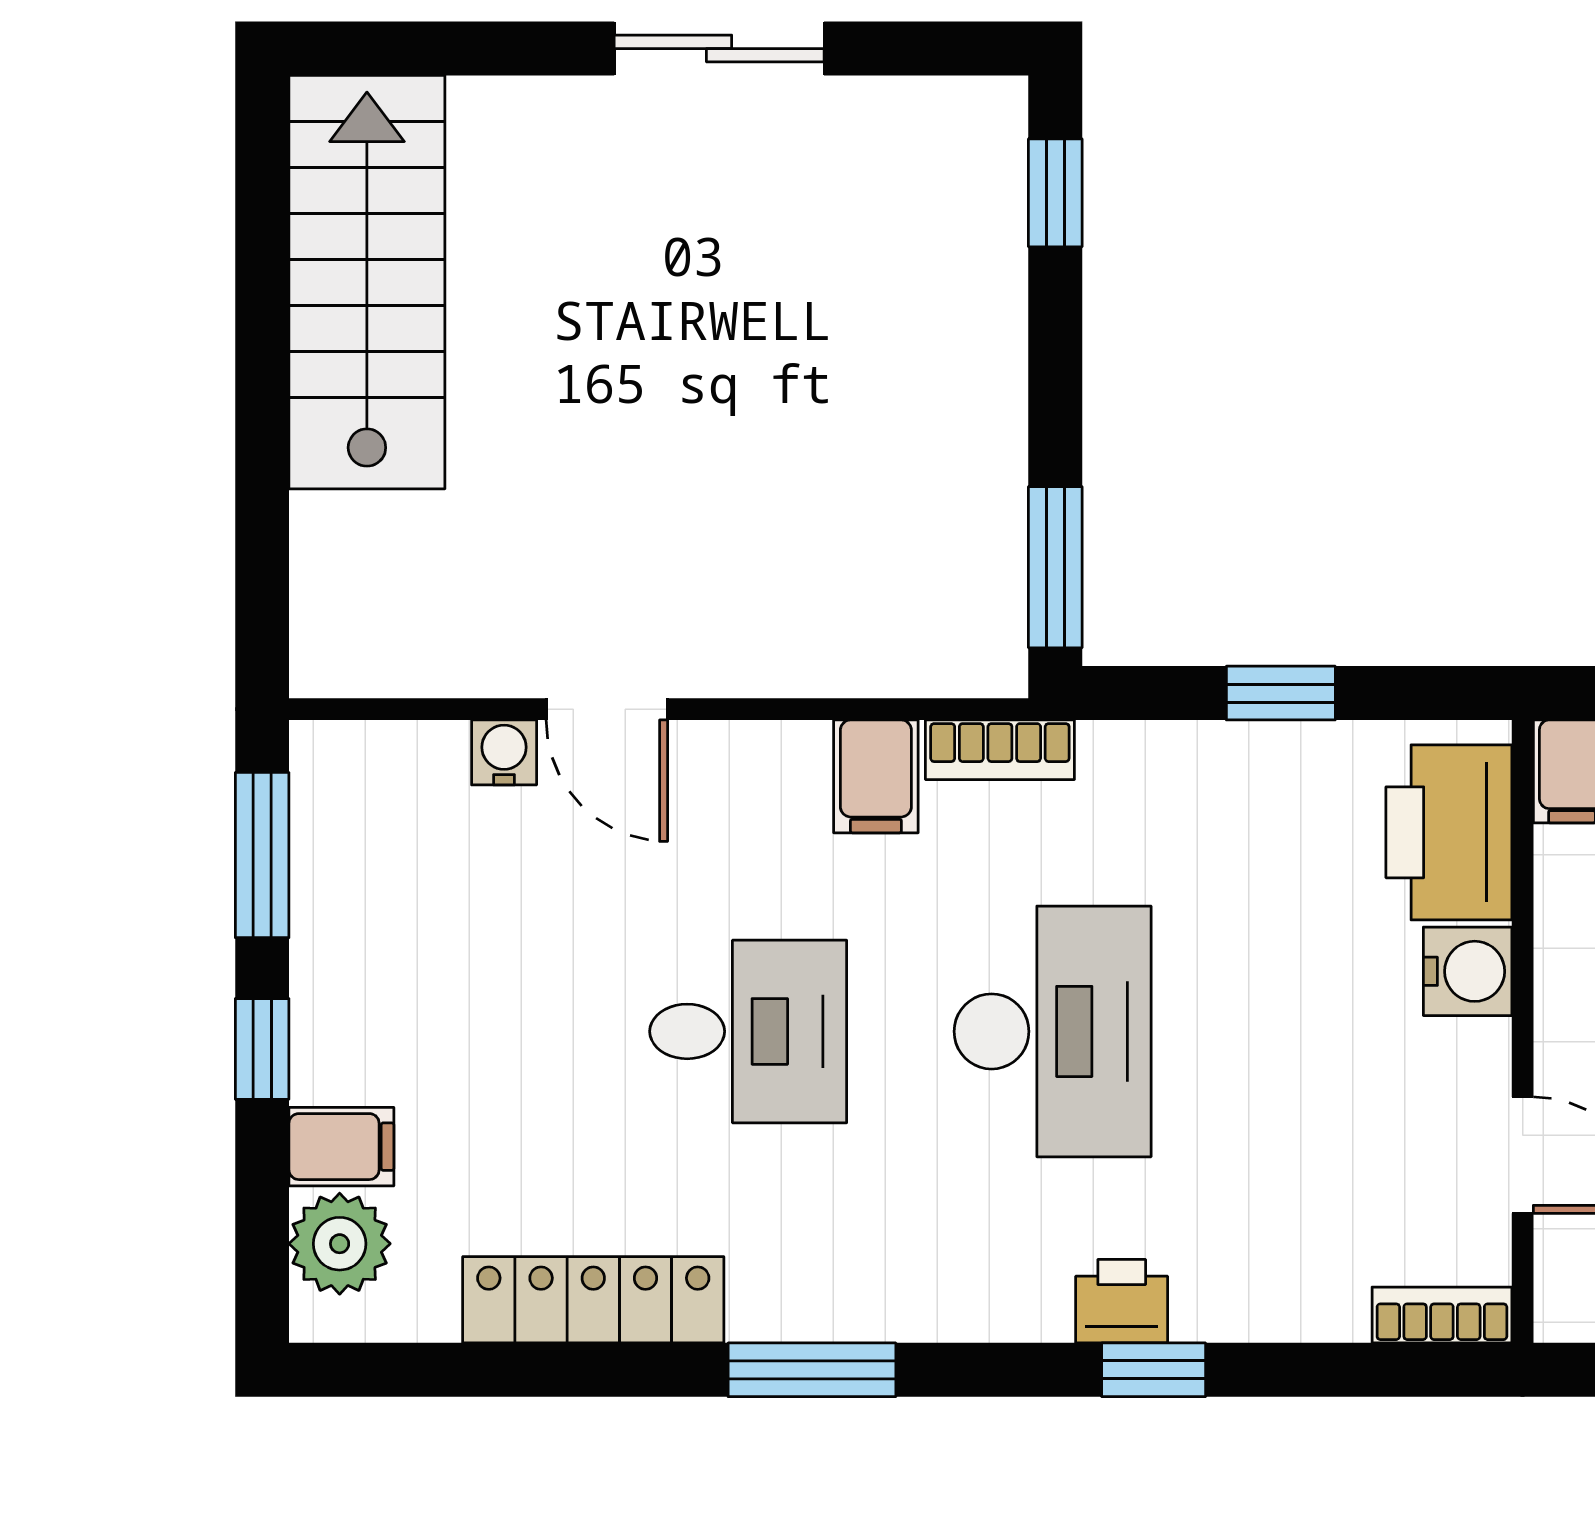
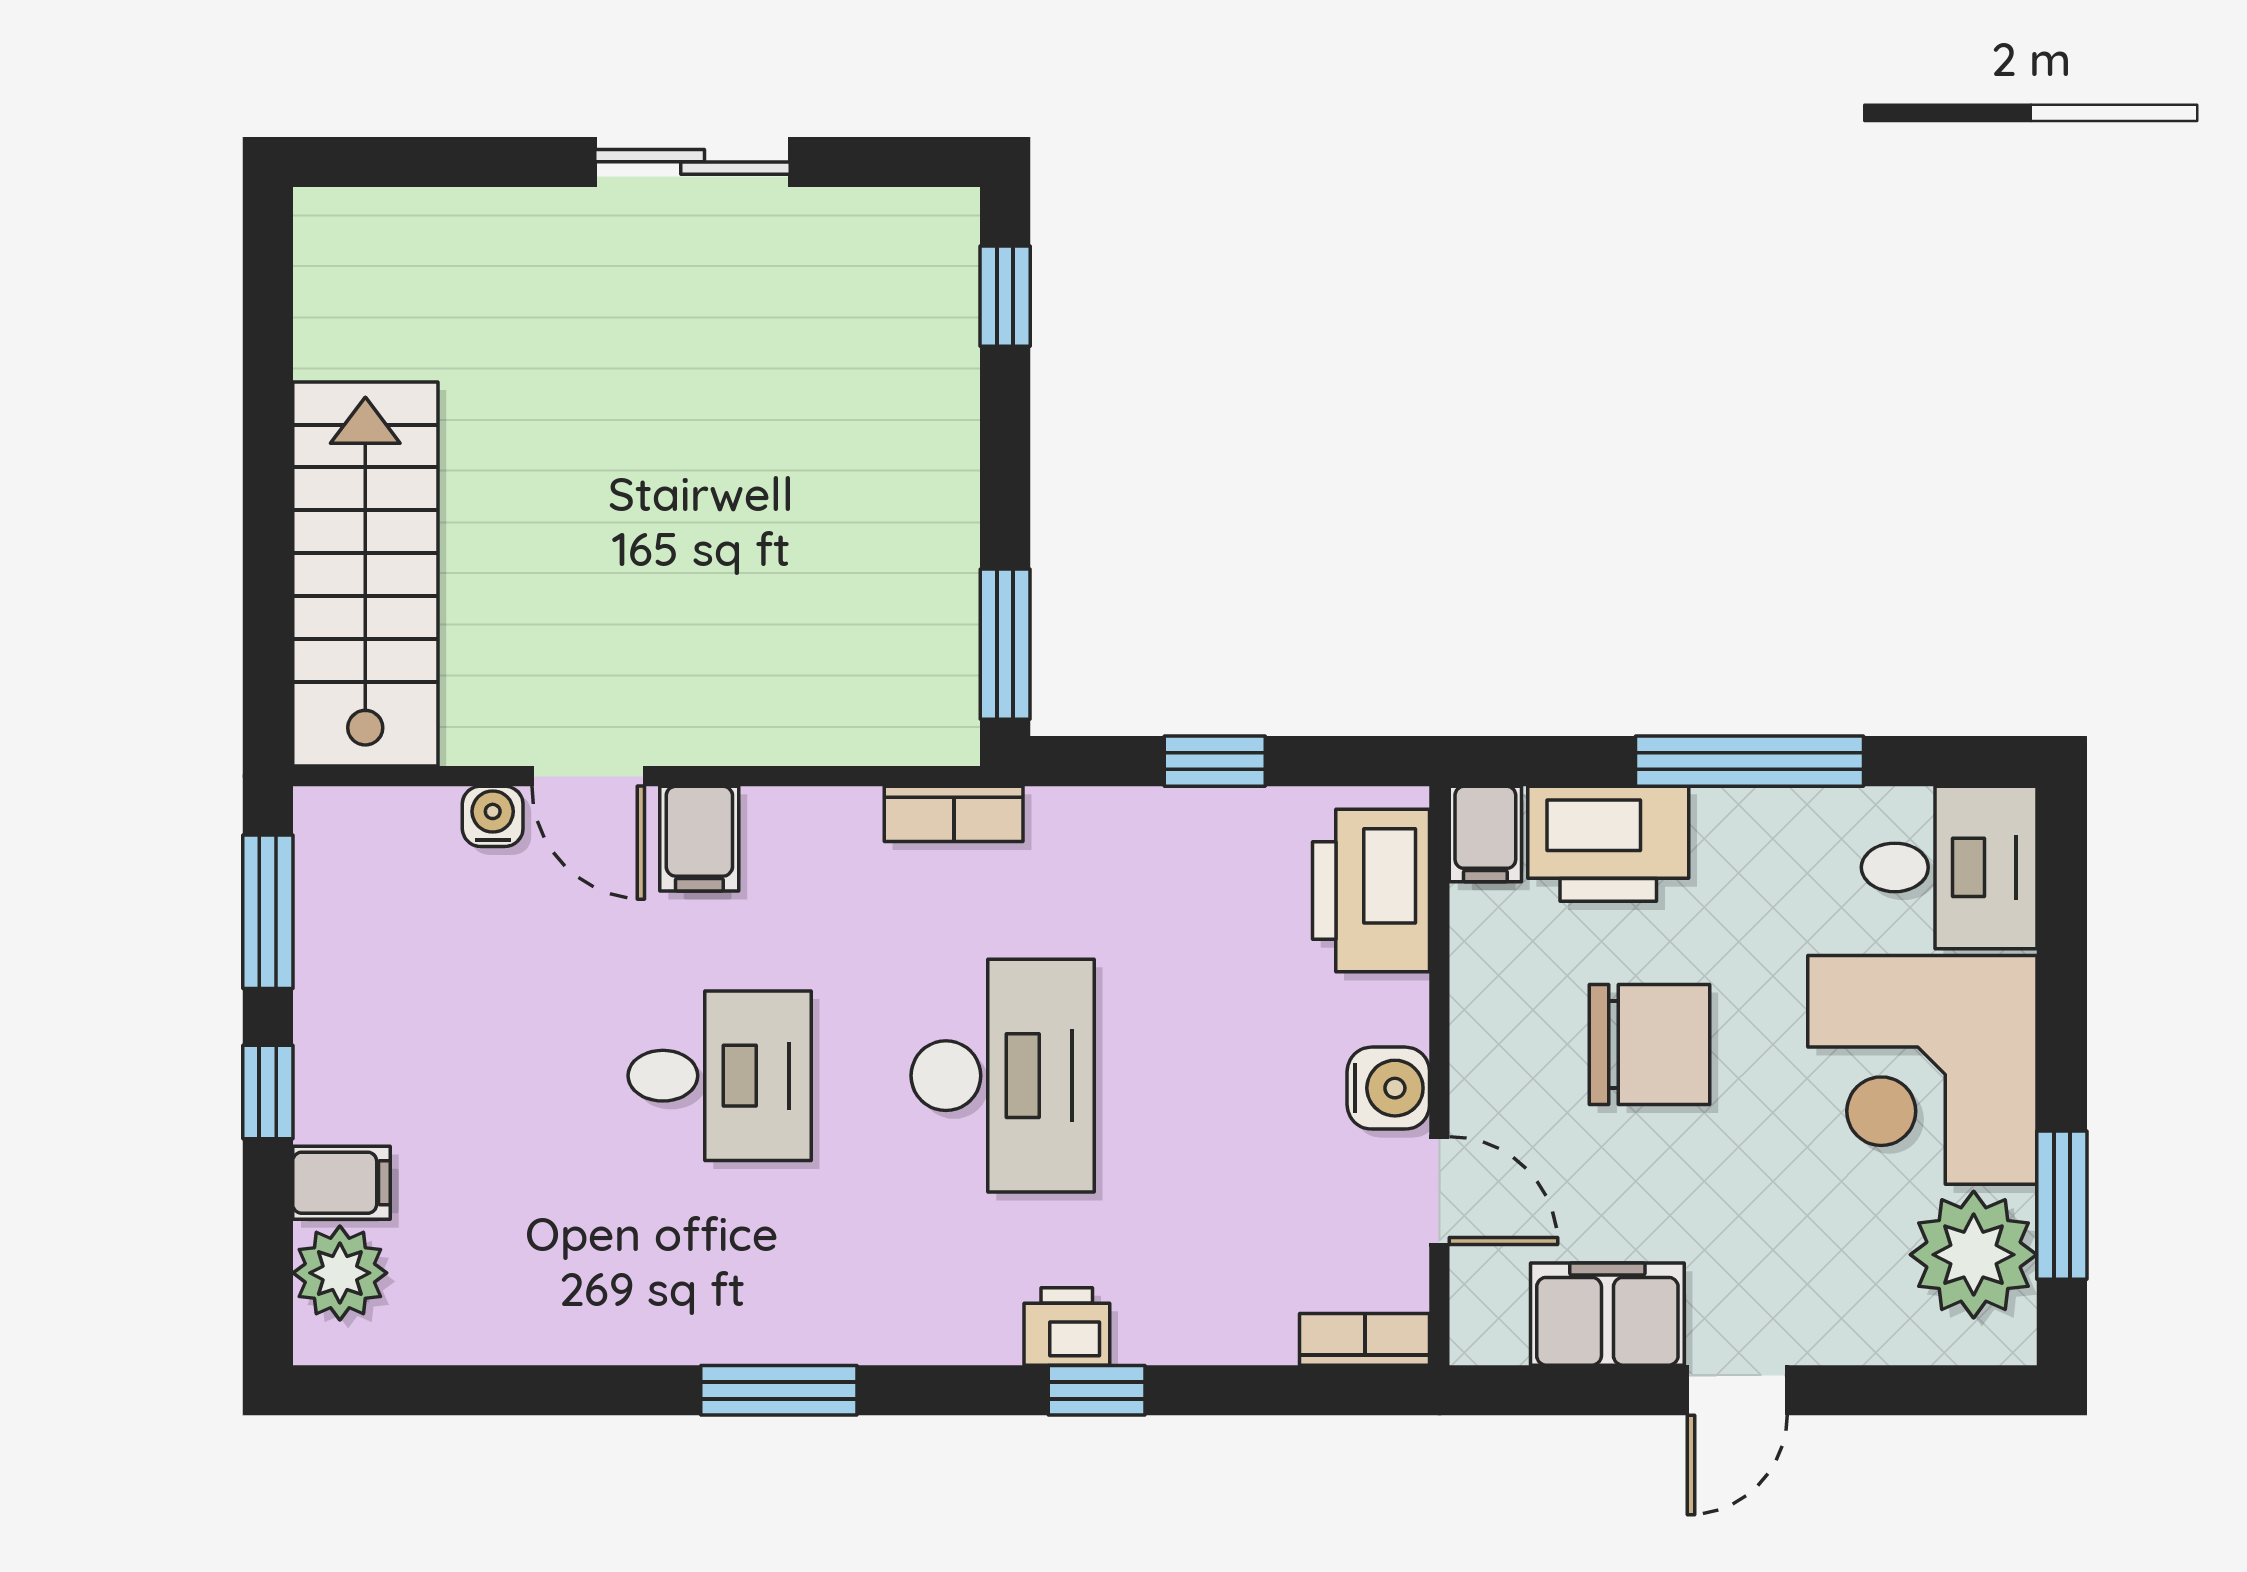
stairs: (367, 282) -> (365, 574), moved
filing cabinet: (876, 776) -> (699, 839), moved
water cooler: (1468, 971) -> (1388, 1088), moved
locker: (593, 1300) -> (576, 1325), removed

